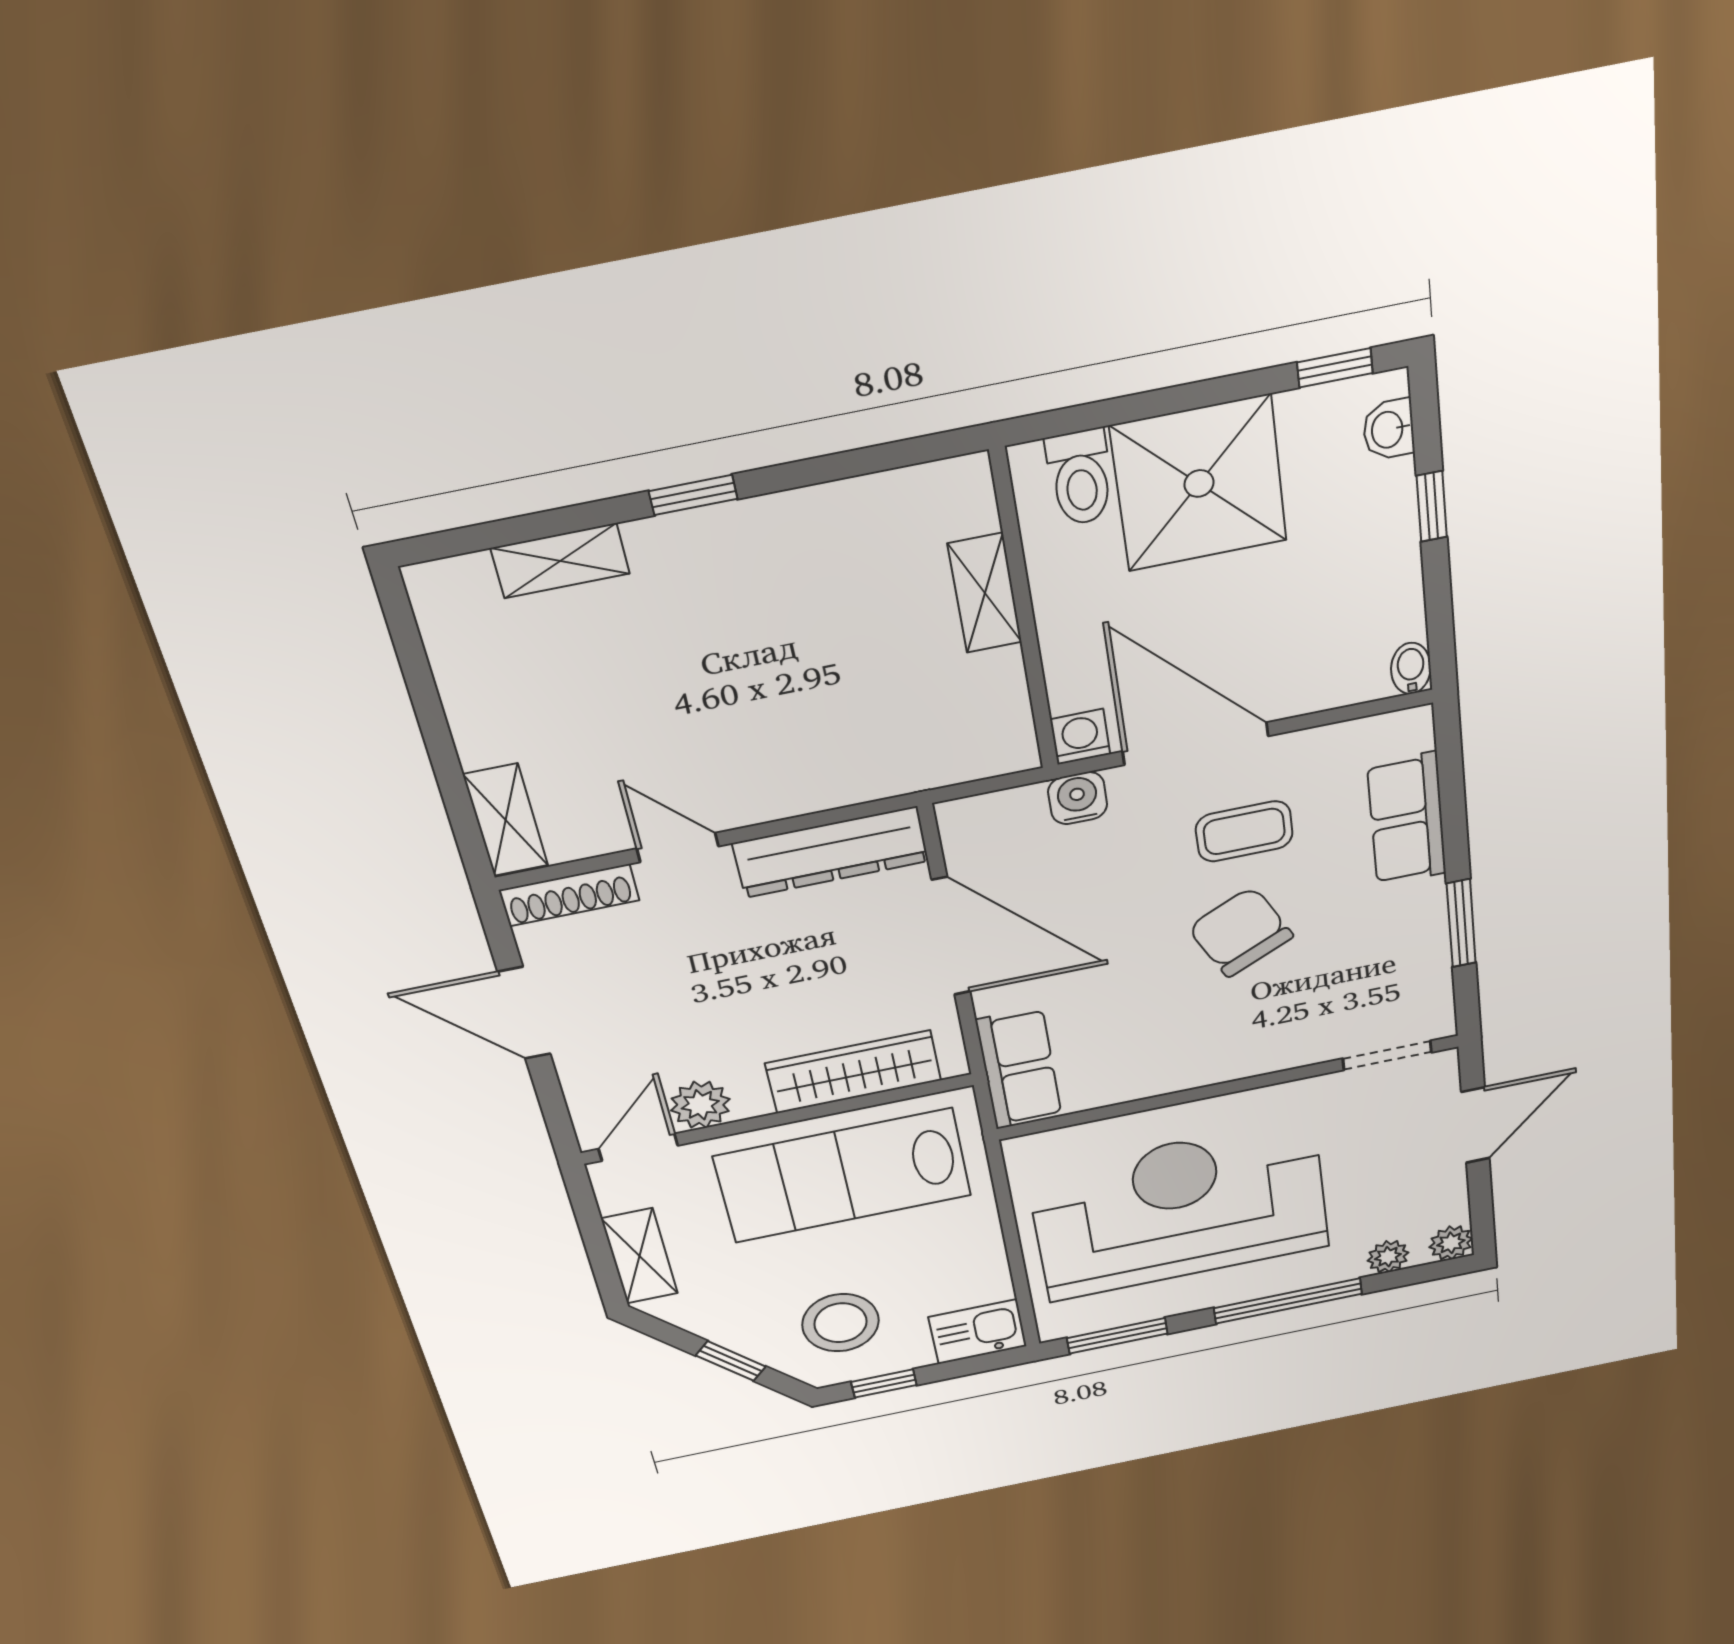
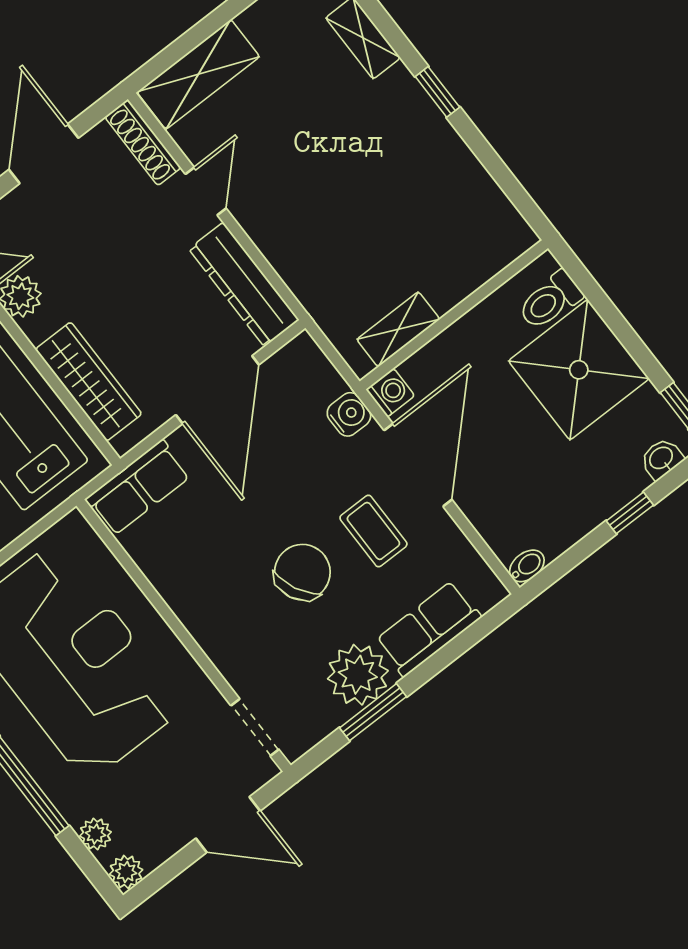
shelving: (985, 593) -> (398, 329), moved
shelving: (506, 820) -> (198, 74), width x1.50, depth x1.33
plant: (1406, 921) -> (358, 675), added

